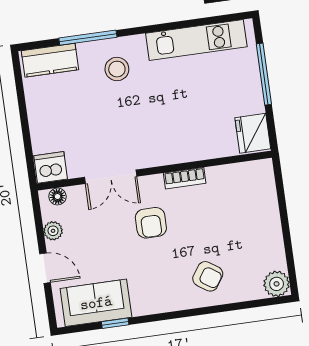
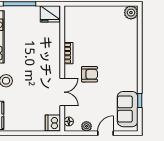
armchair: (208, 276) -> (122, 48), removed

